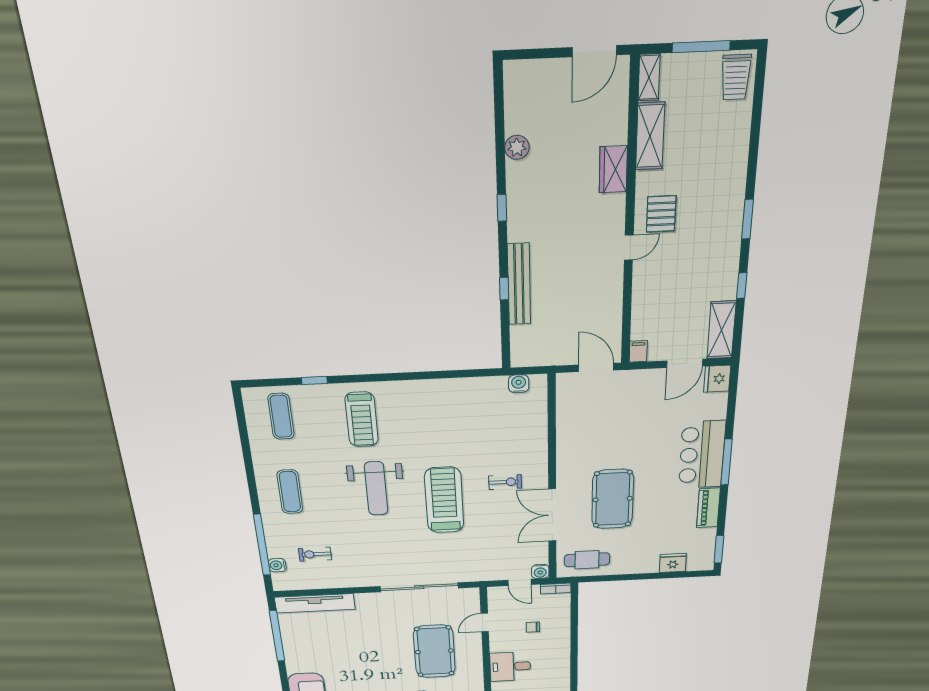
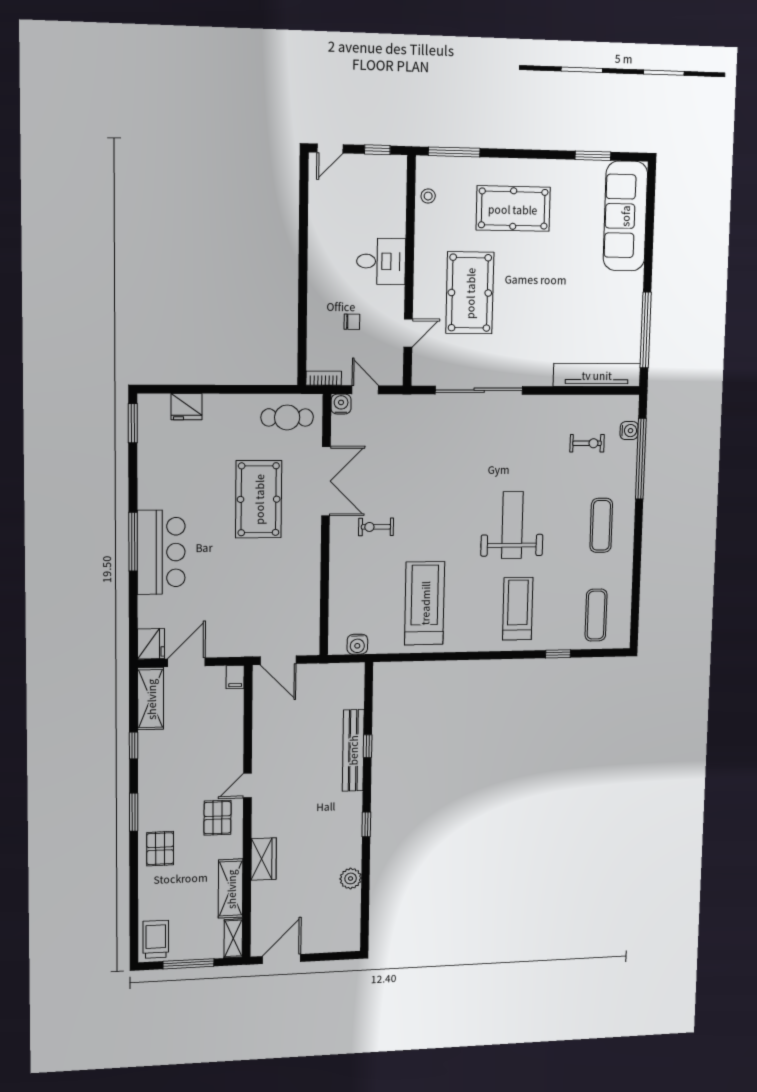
pallet: (723, 181) -> (160, 849), added
treadmill: (444, 500) -> (425, 603), moved, turned 180
piano: (708, 508) -> (149, 482), removed

